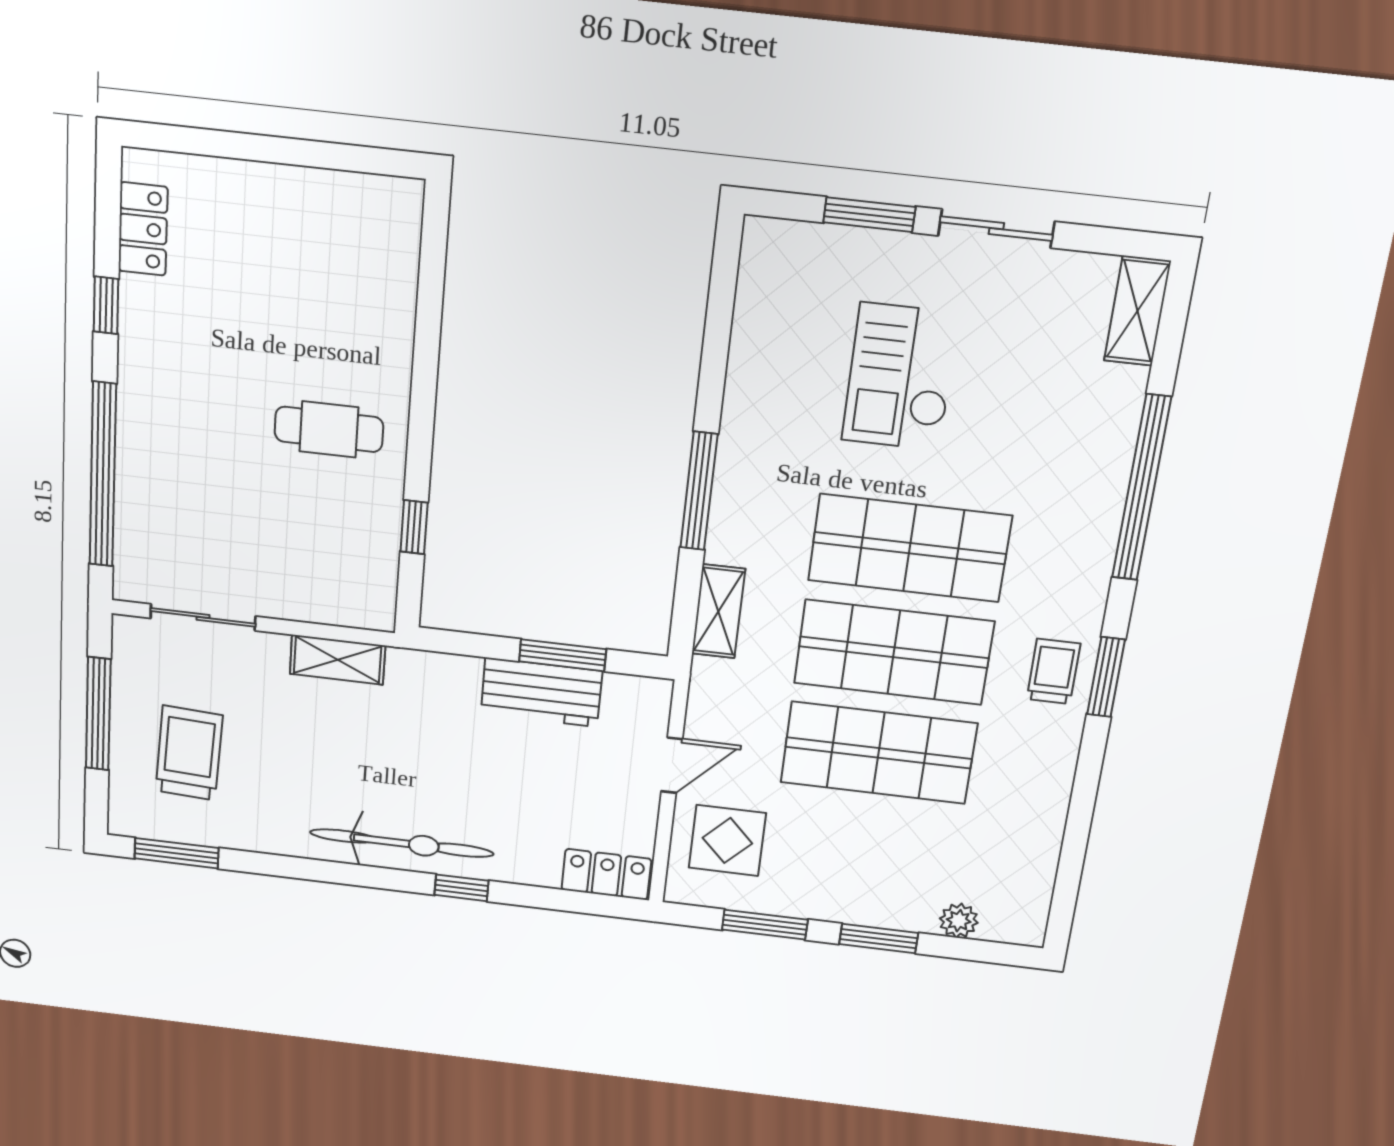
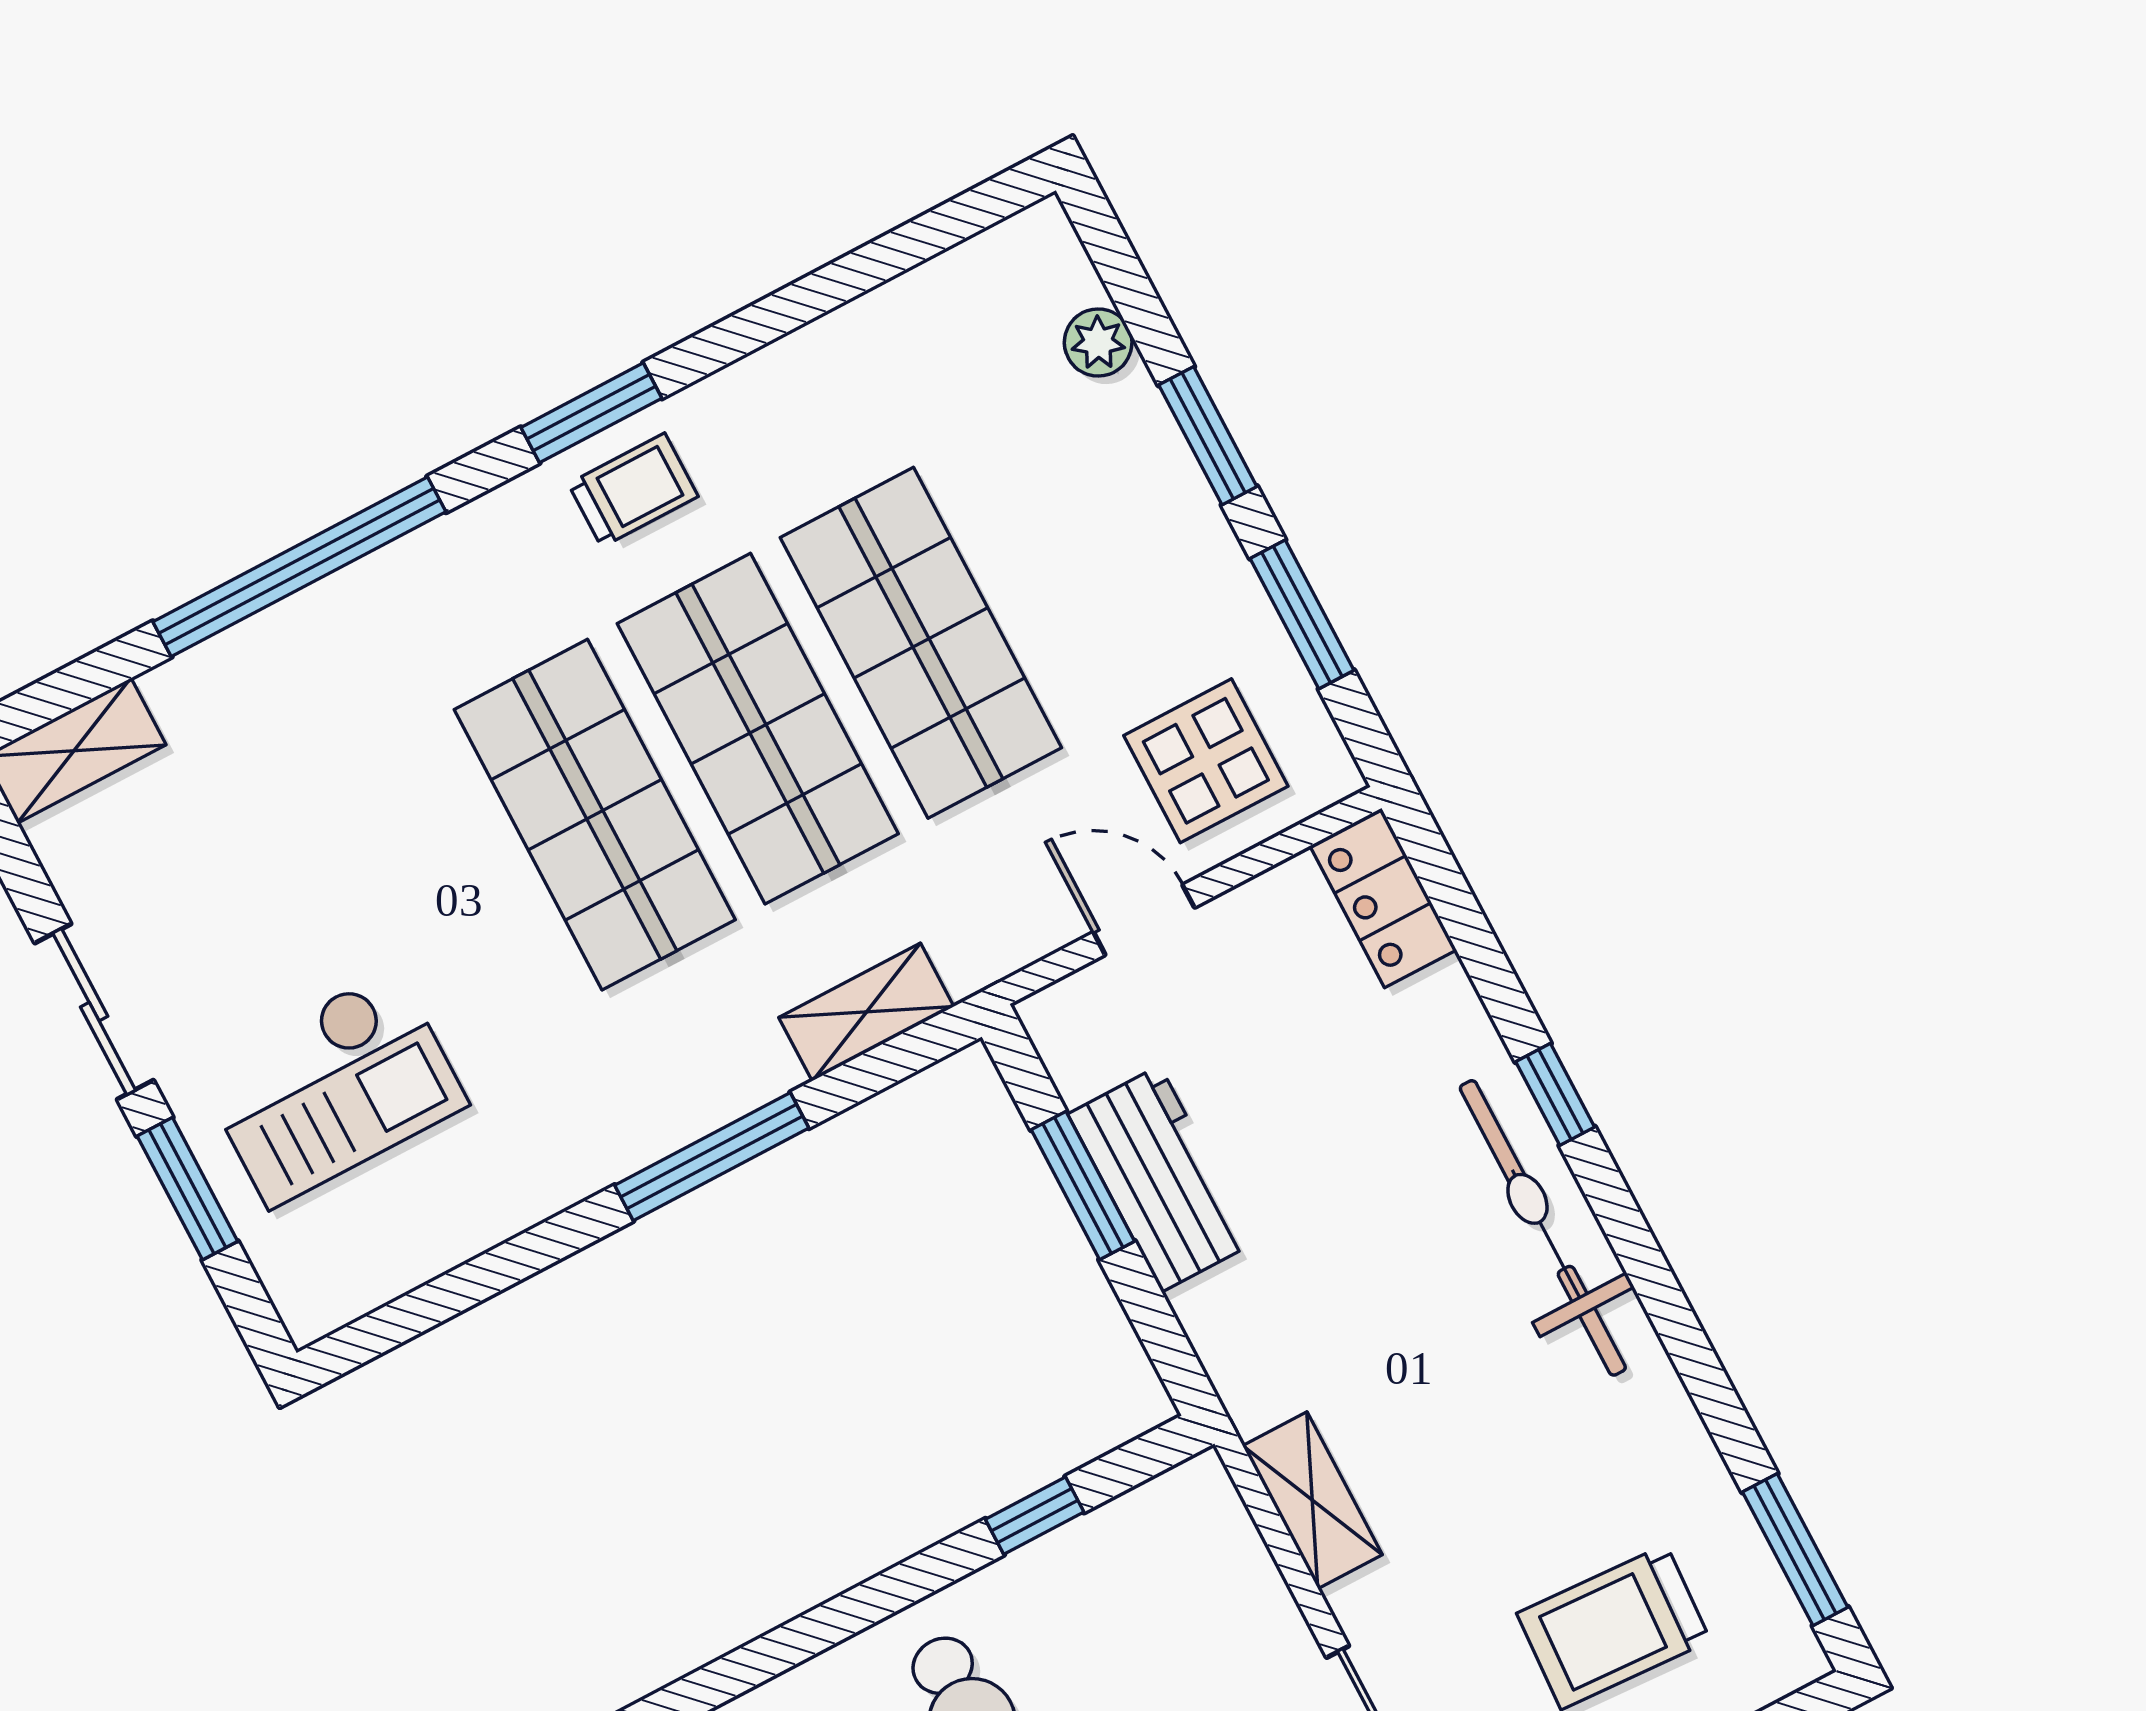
checkout: (900, 377) -> (332, 1088), moved
trolley: (1053, 671) -> (633, 490), turned 180

